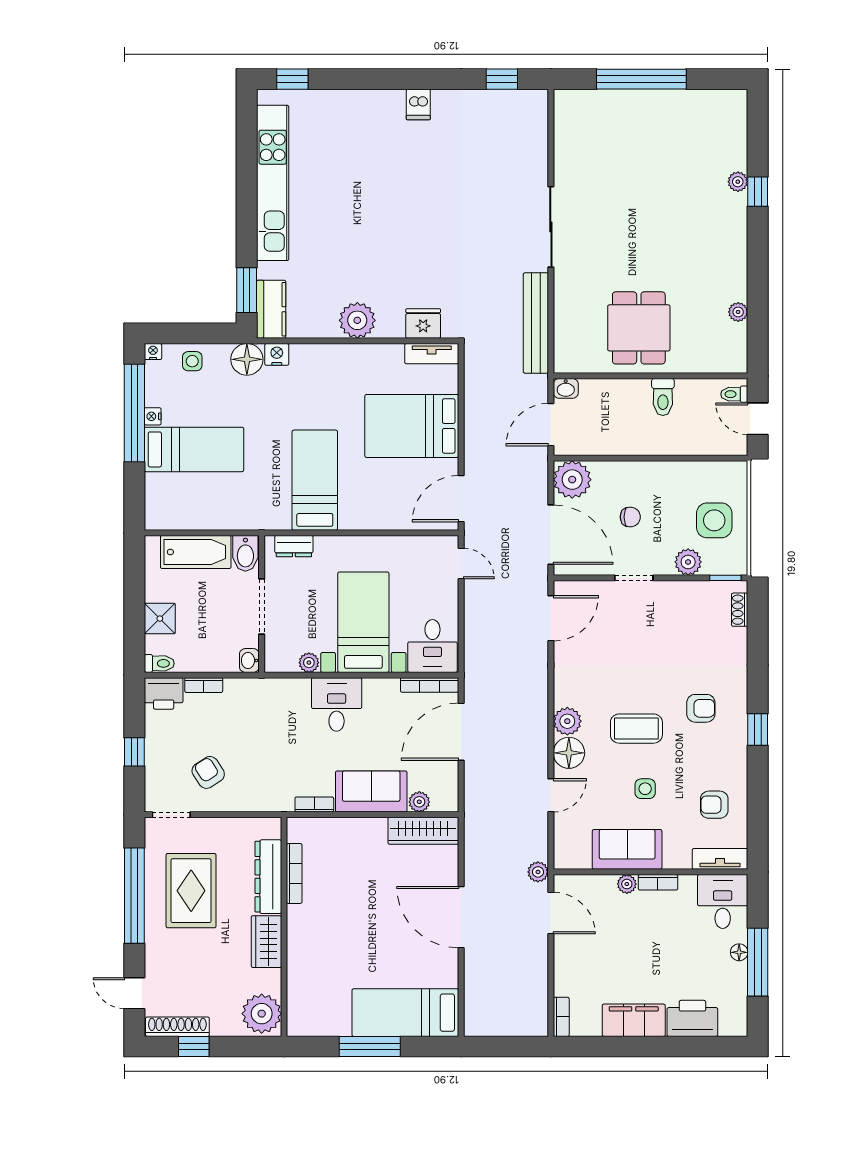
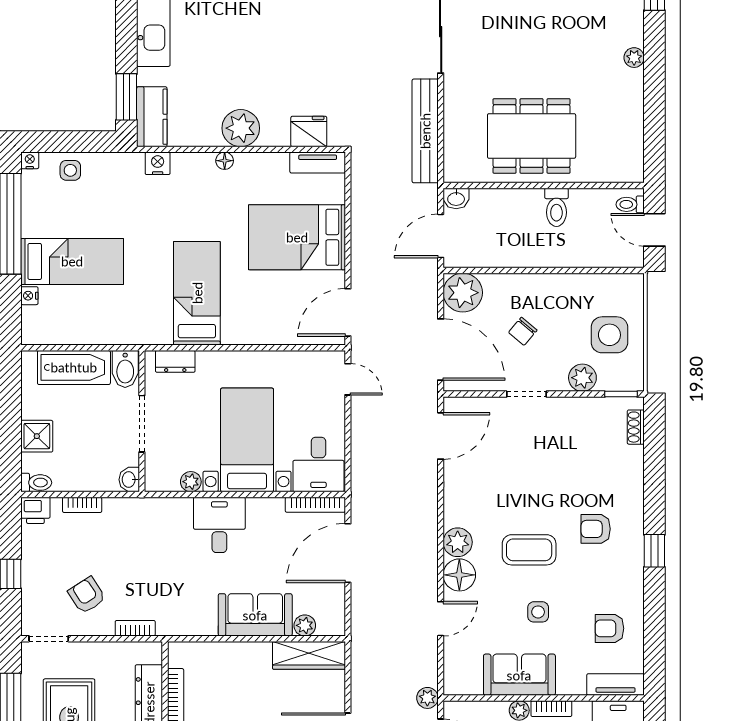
plant: (738, 312) -> (634, 58), moved
dining table: (639, 328) -> (532, 136), width x1.38
floor lamp: (247, 359) -> (225, 161), moved, width x0.53, depth x0.53
nightstand: (153, 416) -> (29, 296), moved
chair: (630, 517) -> (523, 331), turned 130
printer: (164, 693) -> (35, 510), width x0.73, depth x0.81
armchair: (701, 708) -> (596, 529), turned 180
bookcase: (314, 804) -> (135, 628), moved

